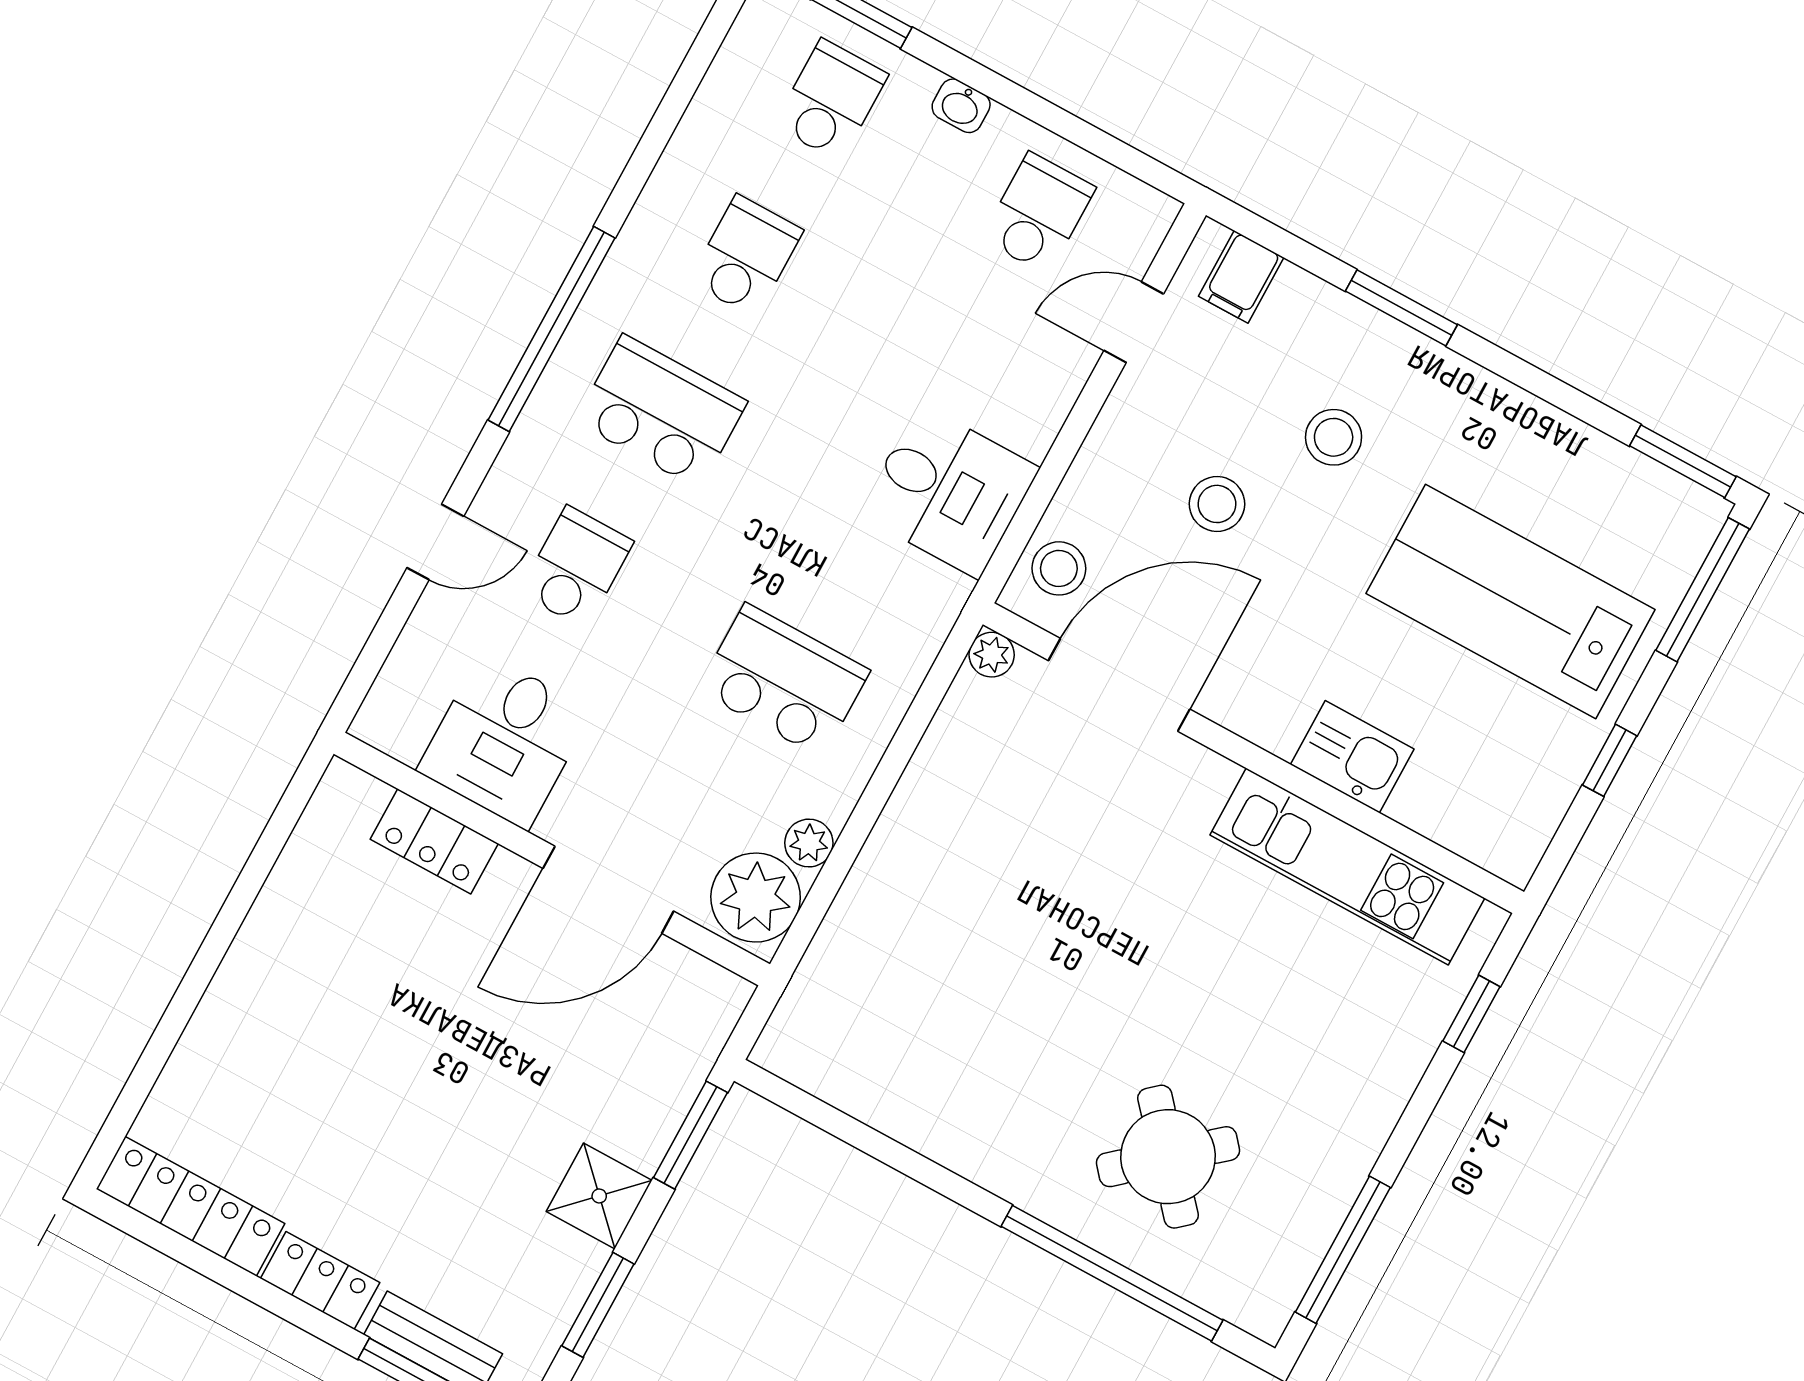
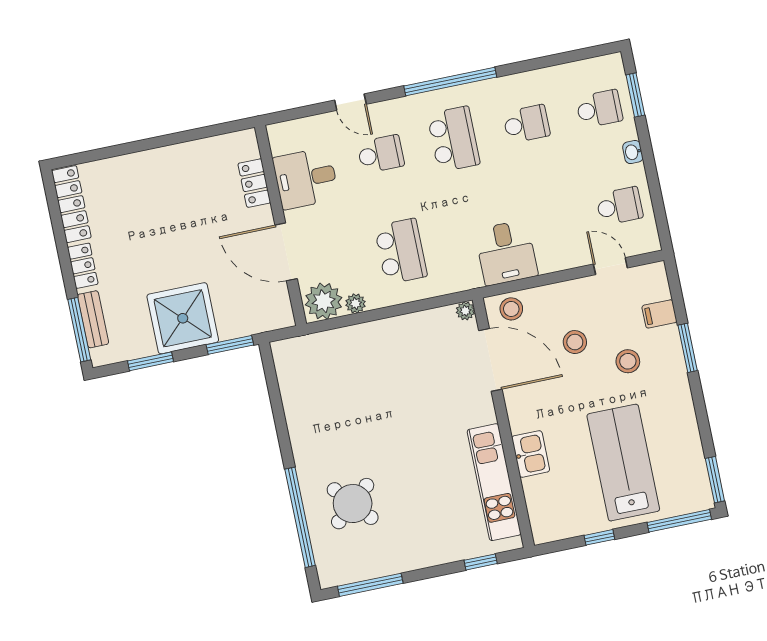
filing cabinet: (1241, 277) -> (659, 314), moved
shower: (599, 1196) -> (183, 318), width x1.86, depth x1.86

